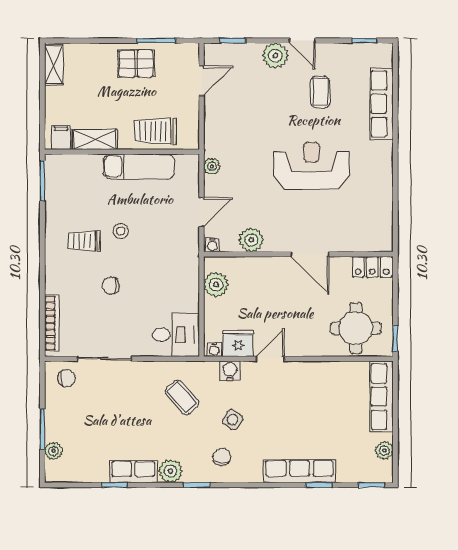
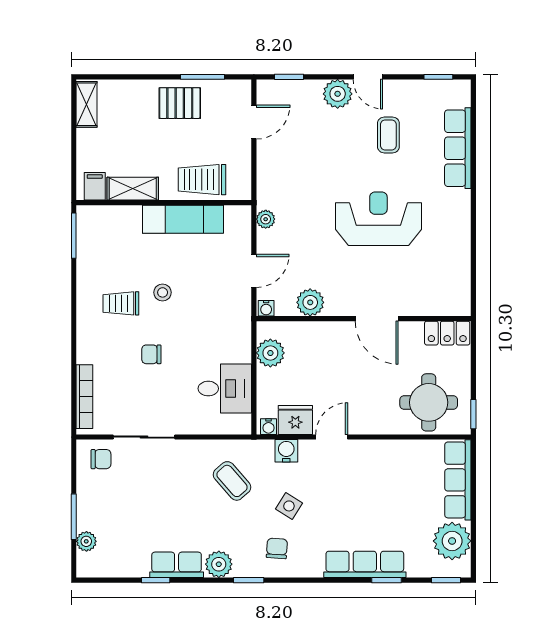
desk: (176, 335) -> (225, 389), moved
plant: (384, 451) -> (452, 541), width x1.88, depth x1.88

